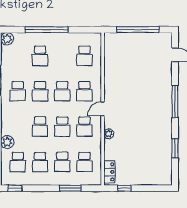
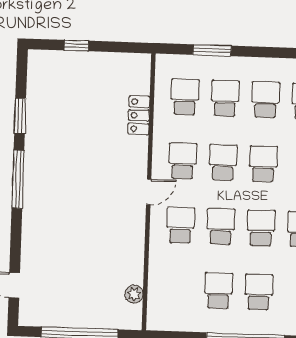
school desk: (84, 56) -> (218, 291), moved
window: (175, 102) -> (18, 179), moved
plant: (109, 134) -> (134, 294), moved
locker: (109, 172) -> (139, 115), moved
window: (124, 188) -> (76, 46), moved

